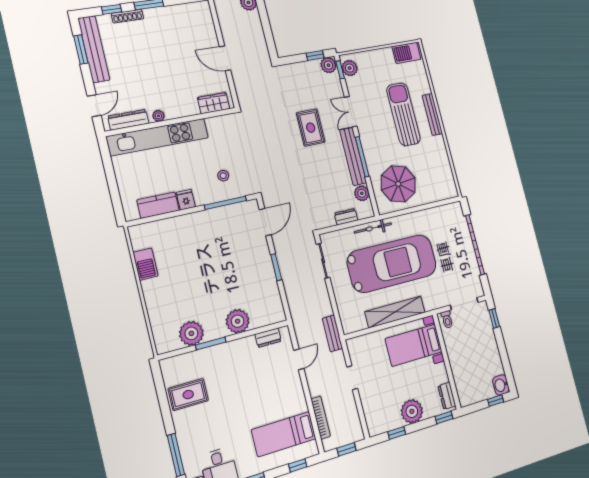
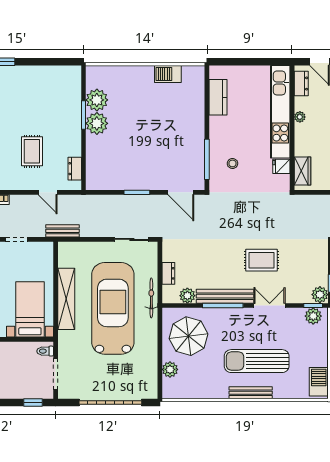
sun lounger: (403, 114) -> (257, 361), turned 180
dresser: (128, 120) -> (301, 84), width x0.70
plant: (432, 195) -> (170, 369), added
fridge: (186, 200) -> (281, 166), moved, turned 180
car: (392, 263) -> (113, 308), turned 180
plant: (238, 321) -> (97, 123), moved
rug: (188, 395) -> (32, 151), moved

